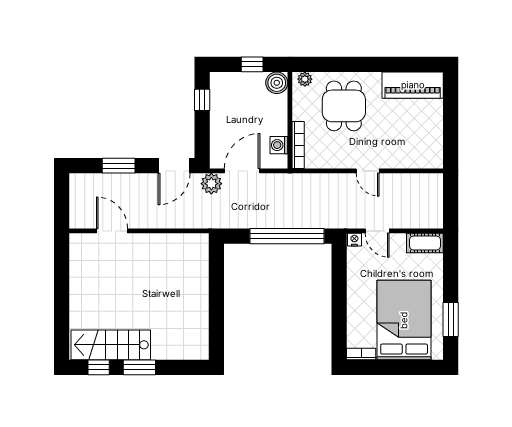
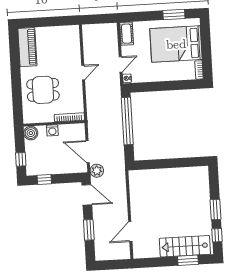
window: (252, 64) -> (21, 159), moved
plant: (305, 79) -> (27, 115), removed
washing machine: (279, 145) -> (52, 130), moved
window: (62, 319) -> (188, 260), added
stairs: (111, 345) -> (185, 246), moved, turned 90

